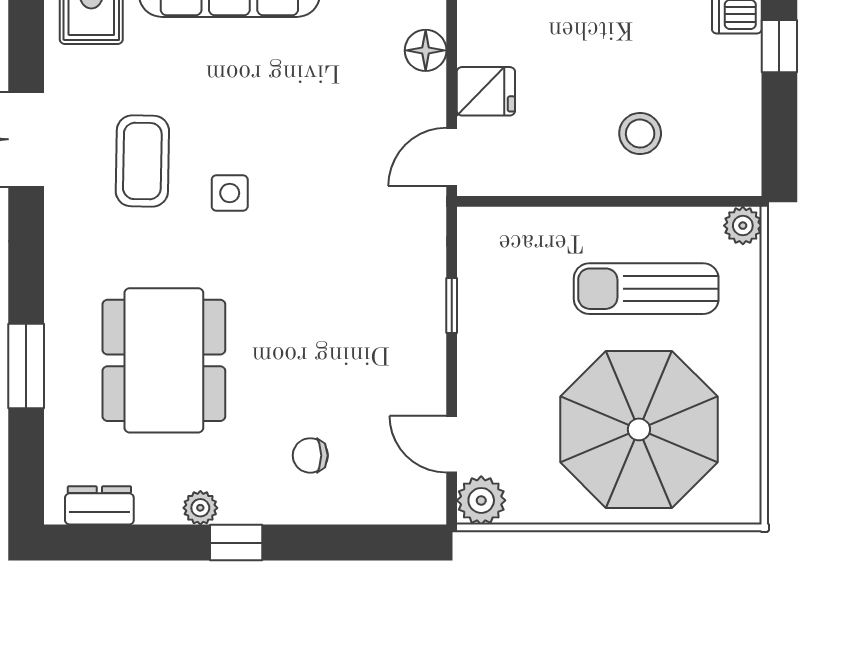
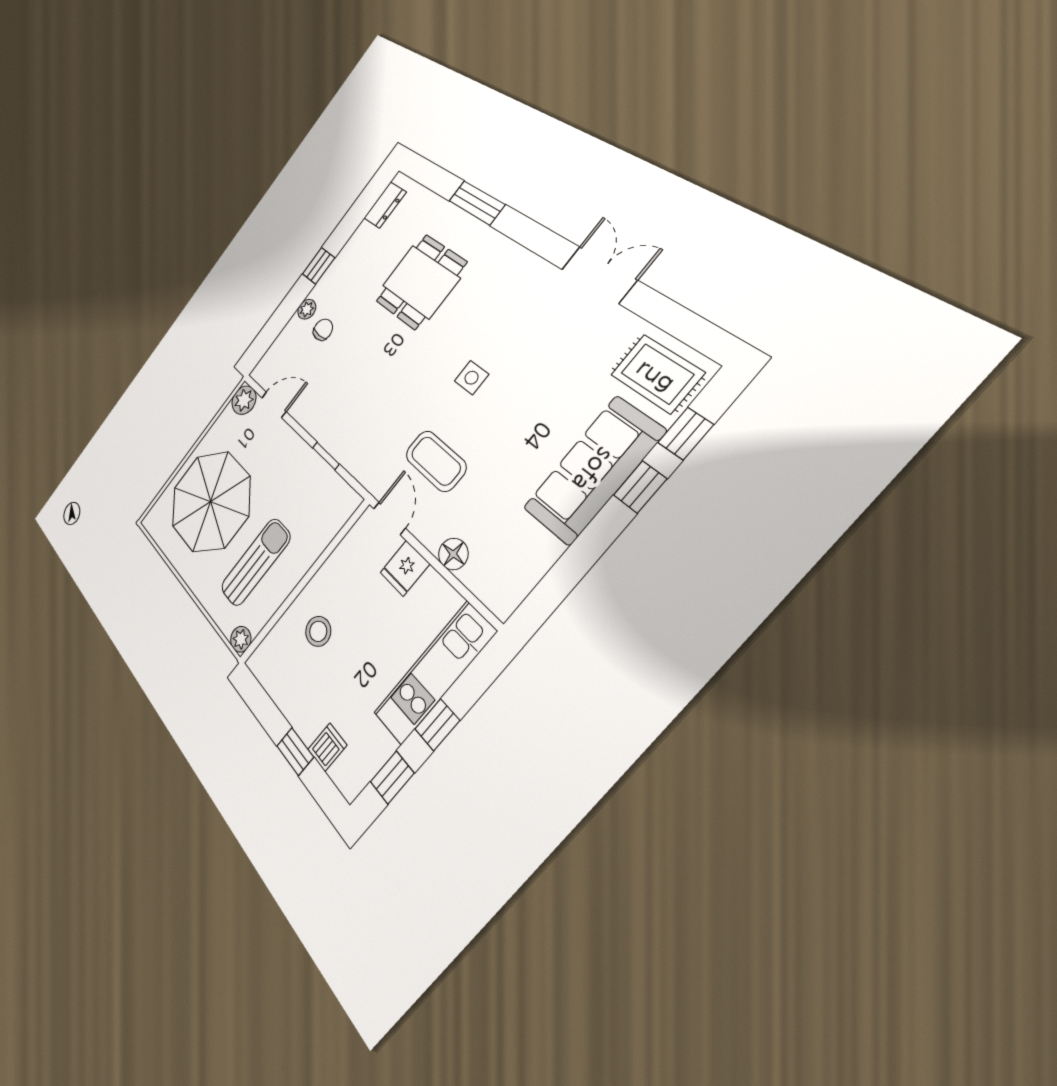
coffee table: (142, 161) -> (436, 461), moved
dining table: (164, 360) -> (421, 282), width x0.73
plant: (200, 508) -> (307, 309), moved

